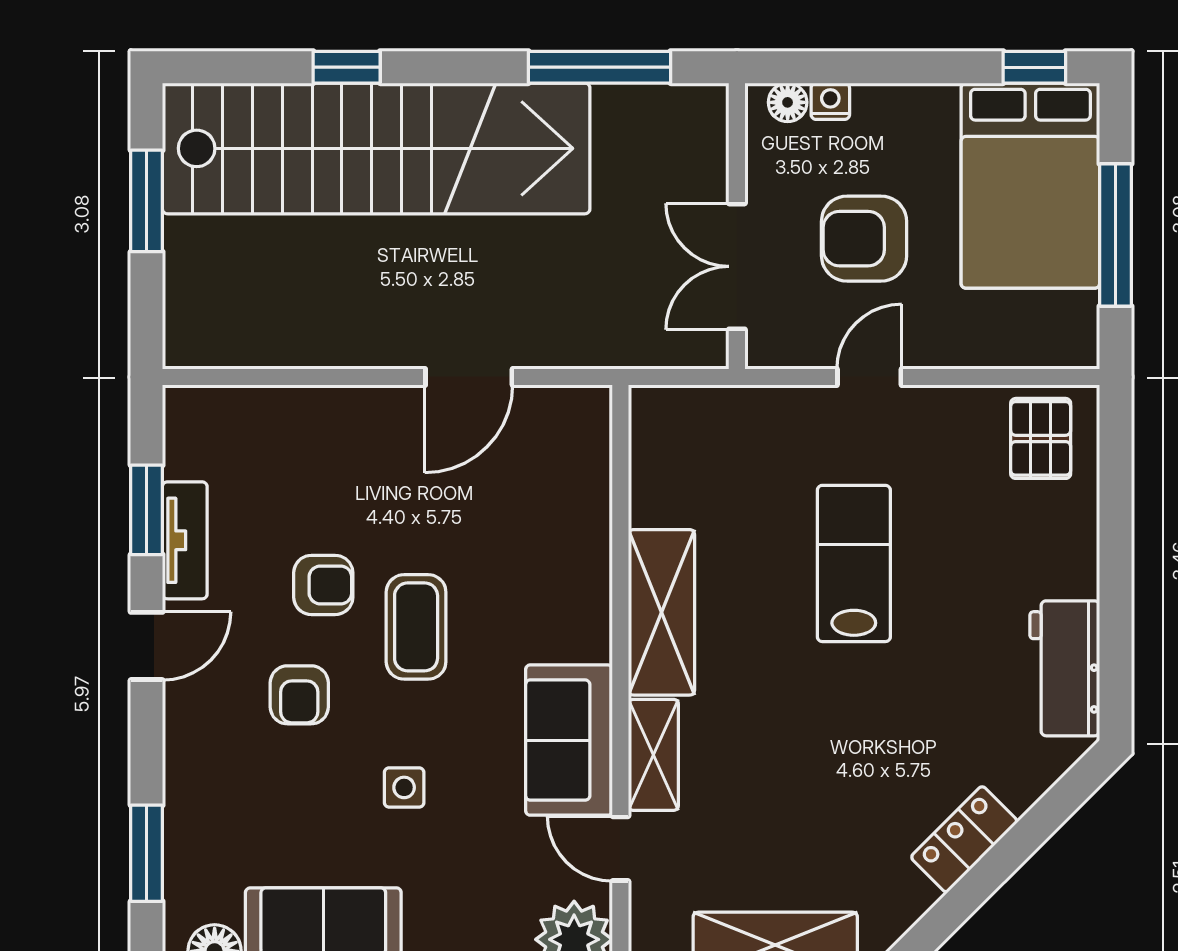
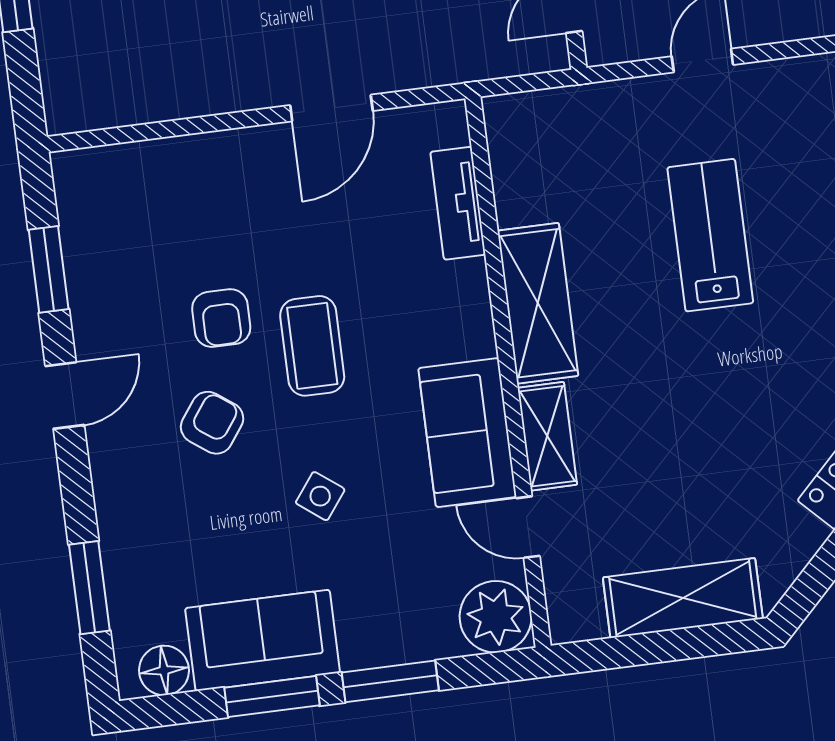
tv unit: (185, 540) -> (458, 203), moved, turned 180
armchair: (323, 585) -> (221, 318), turned 90
armchair: (299, 695) -> (212, 423), turned -144
side table: (404, 787) -> (320, 496), turned 37

